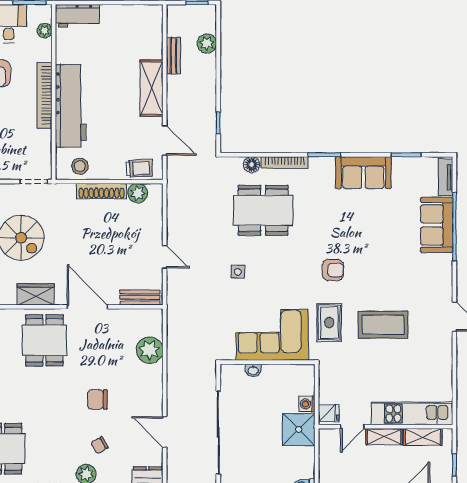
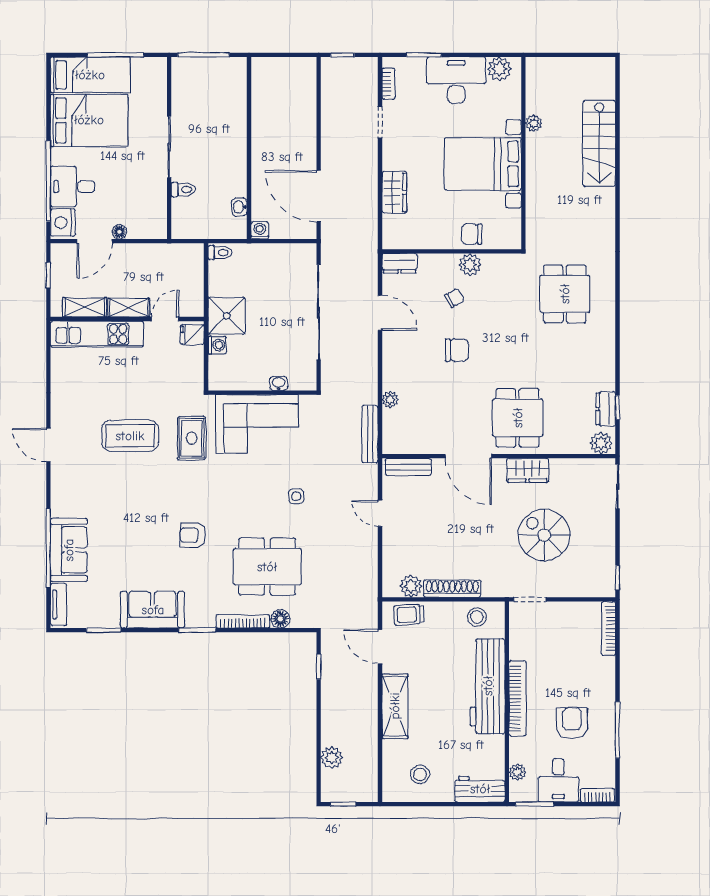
stool: (130, 29) -> (420, 774), added
bench: (173, 56) -> (370, 434), moved, width x1.36
armchair: (333, 270) -> (193, 535), moved
plant: (150, 350) -> (390, 400), width x0.53, depth x0.53

